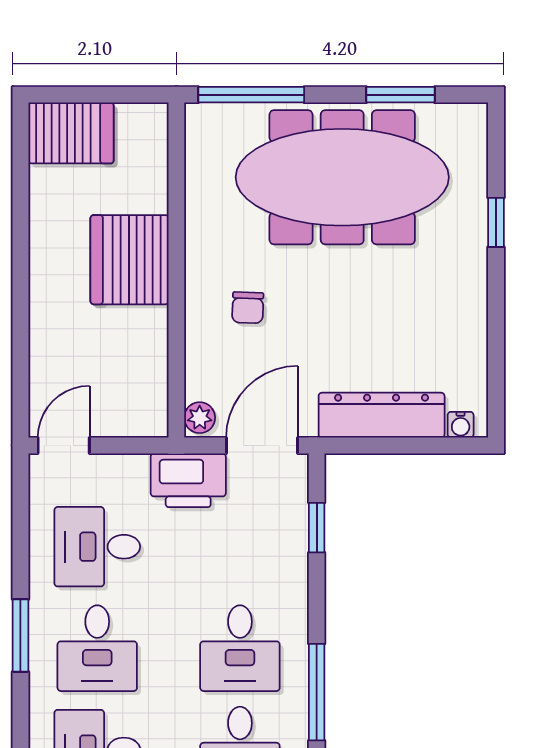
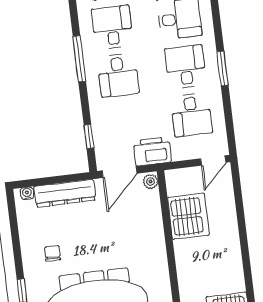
server rack: (130, 260) -> (188, 216), moved
chair: (248, 308) -> (53, 253), moved
desk: (97, 547) -> (191, 115), turned 90
desk: (240, 648) -> (118, 75), turned 180

